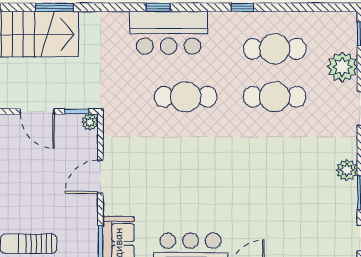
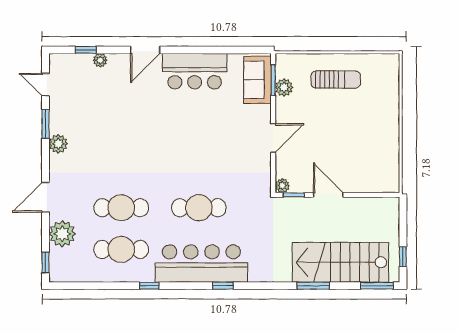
bar counter: (169, 33) -> (201, 264), width x1.36
plant: (88, 235) -> (284, 87), added

